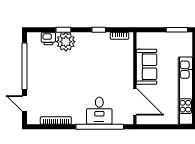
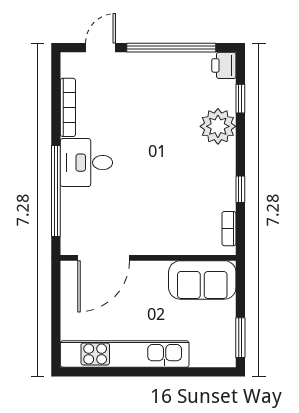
window: (63, 30) -> (240, 99), moved
printer: (48, 39) -> (224, 65), moved
sofa: (147, 67) -> (202, 280), moved
desk: (99, 111) -> (86, 163), moved

